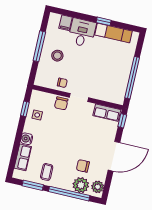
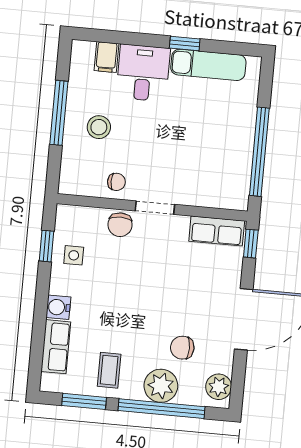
plant: (81, 185) -> (161, 386), moved

